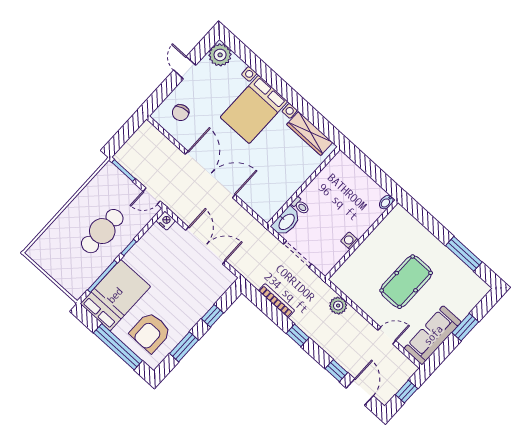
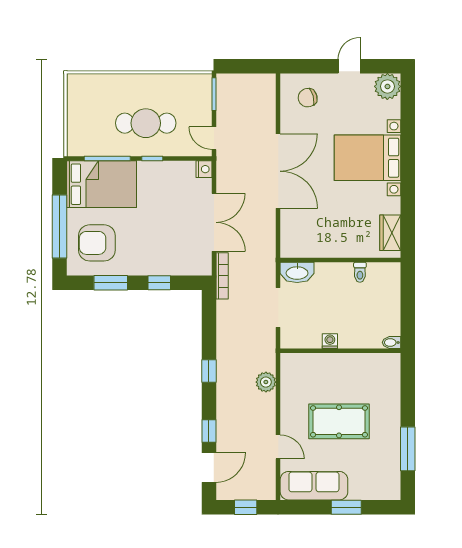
wardrobe: (310, 133) -> (390, 233), width x0.67
toilet: (300, 206) -> (360, 272), moved
bookcase: (276, 301) -> (222, 276), moved

